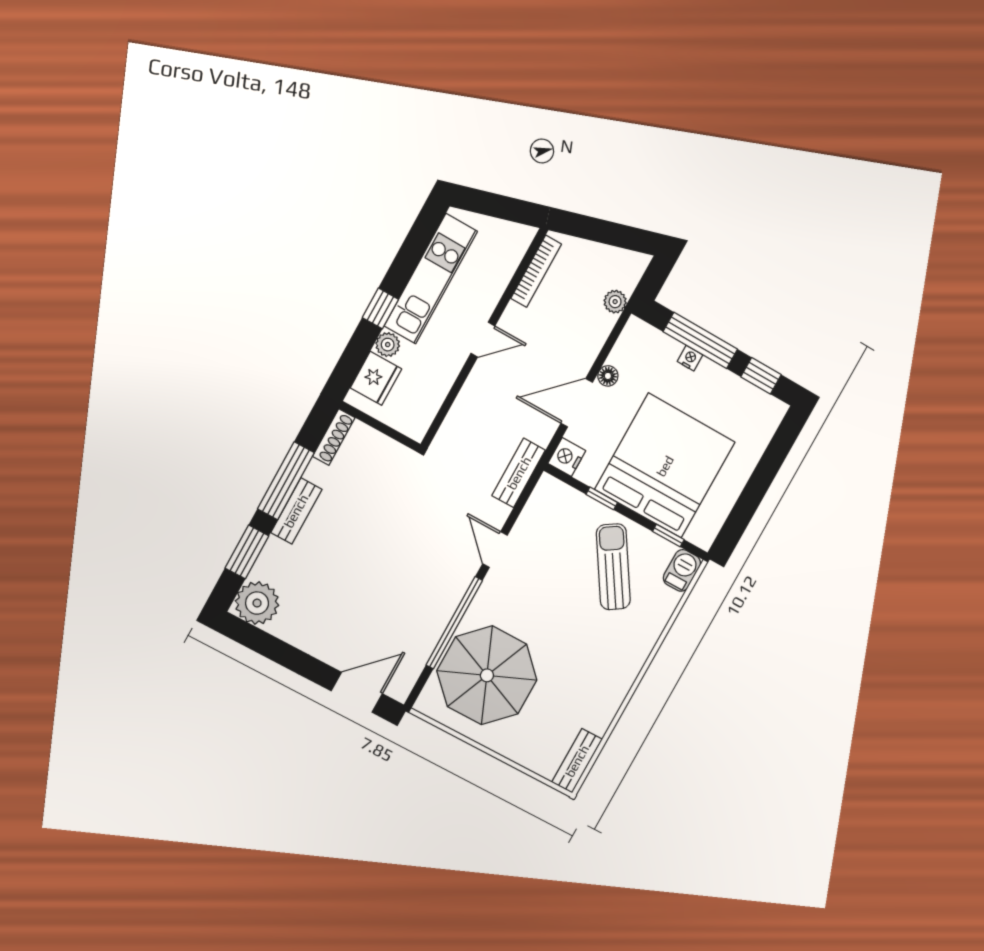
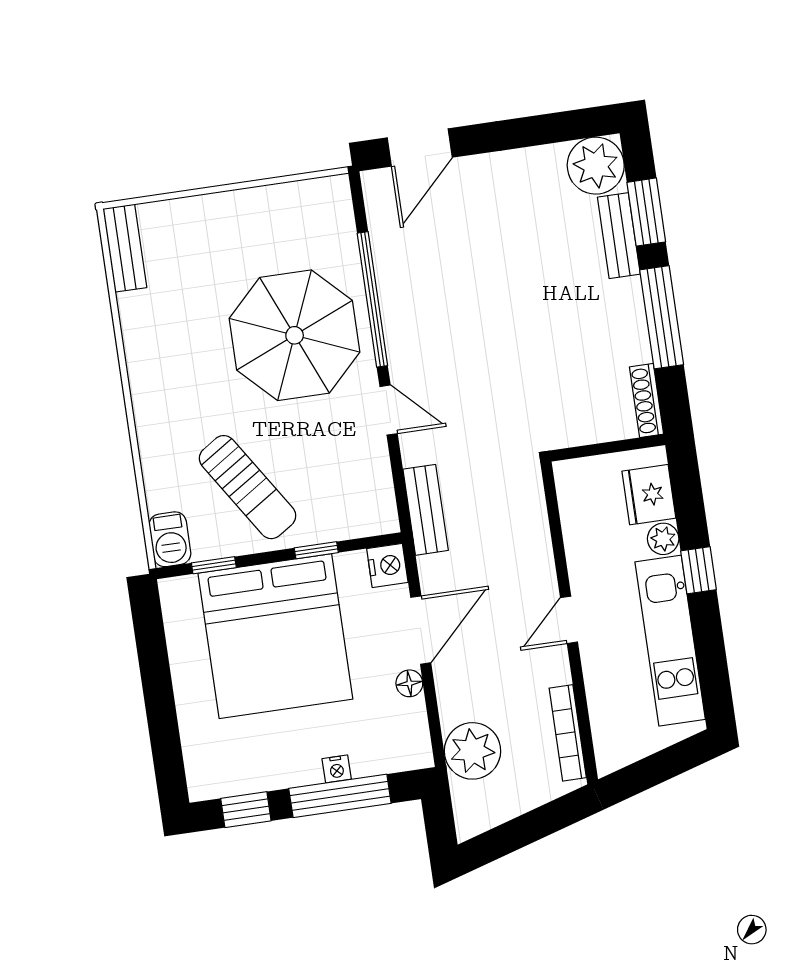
plant: (615, 302) -> (472, 751), width x1.88, depth x1.88
bench: (296, 511) -> (619, 236), moved
parasol: (487, 675) -> (295, 335), moved

